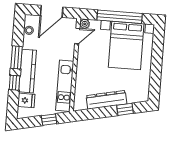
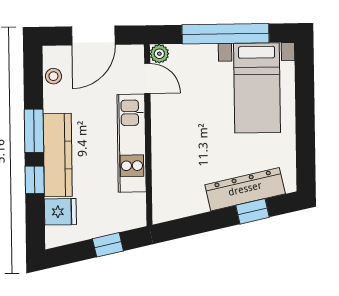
door: (77, 36) -> (147, 78), hinge flipped
bed with nightstands: (126, 45) -> (257, 88), width x0.73
kitchen unit: (65, 86) -> (132, 143), moved
dresser: (106, 100) -> (245, 189), moved

